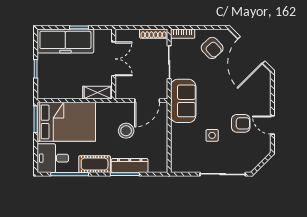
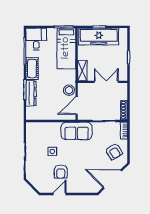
freezer: (65, 41) -> (99, 37), moved, turned -90
armchair: (212, 48) -> (114, 151), turned -79
double door: (114, 59) -> (106, 82), swing flipped
door: (147, 101) -> (77, 106), hinge flipped
bed: (66, 122) -> (66, 48), width x0.67
stool: (126, 131) -> (69, 90), moved

